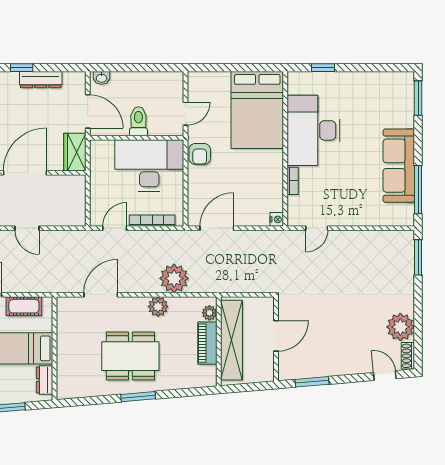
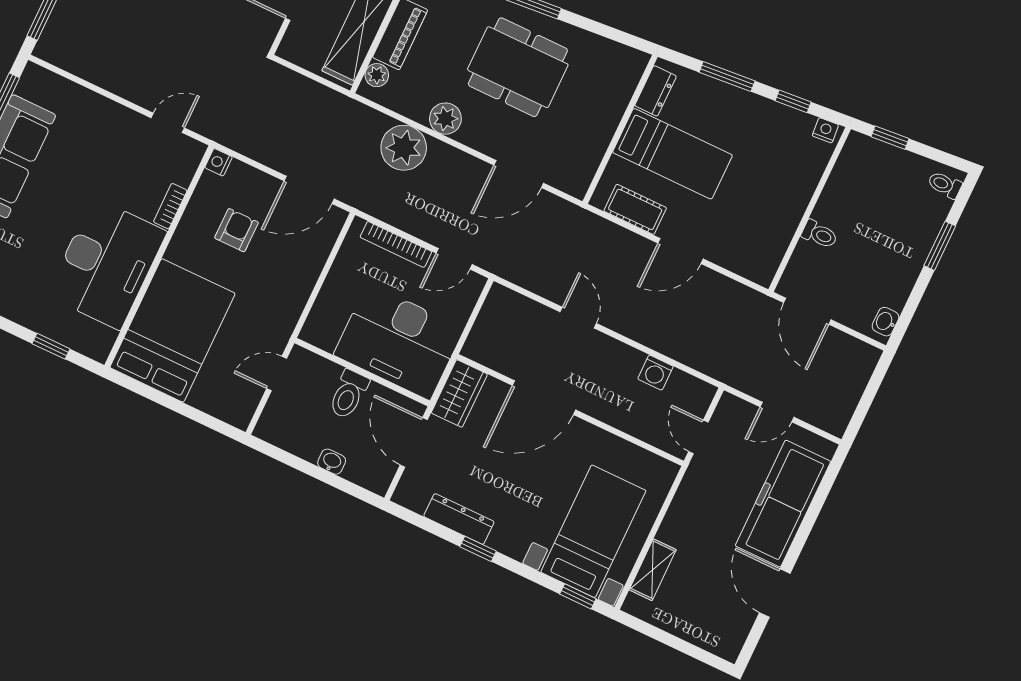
washbasin: (102, 78) -> (332, 462), moved
armchair: (200, 154) -> (236, 230), moved
desk: (149, 165) -> (399, 342), moved

